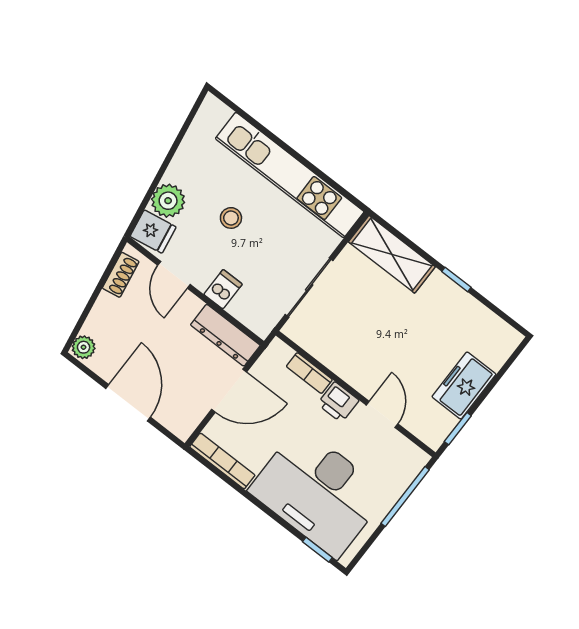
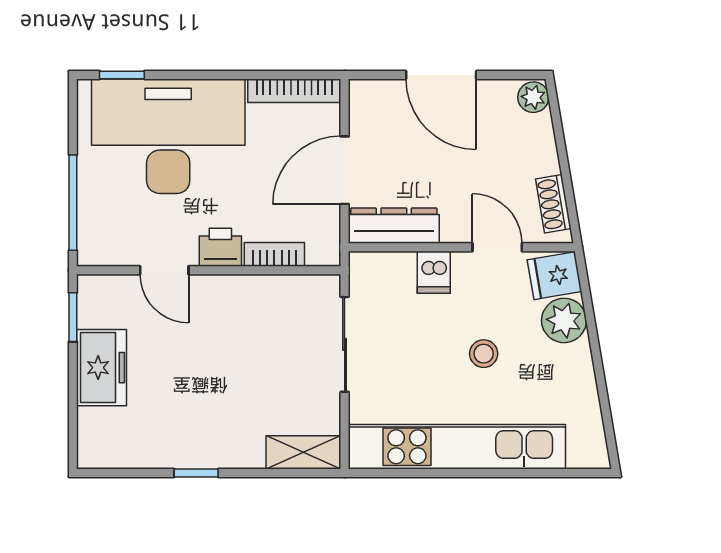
shelving: (392, 254) -> (303, 452), width x0.67, depth x0.75

